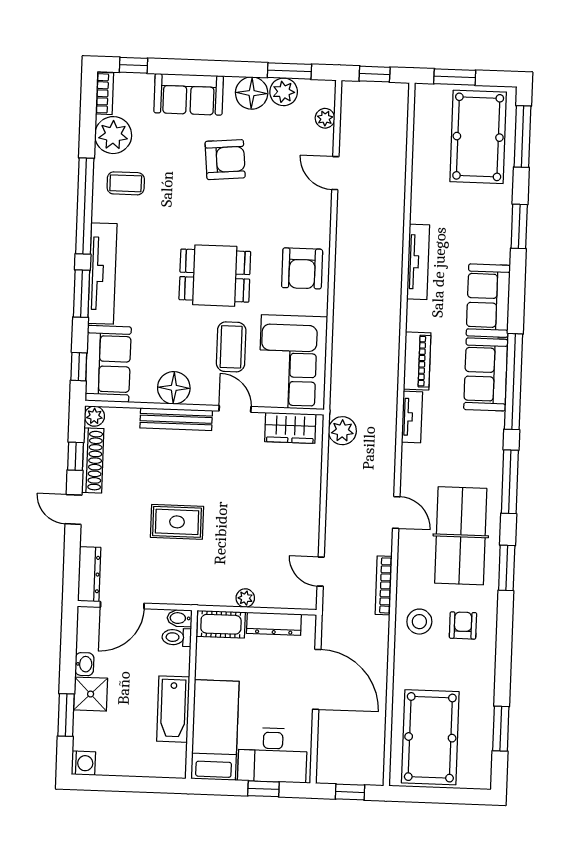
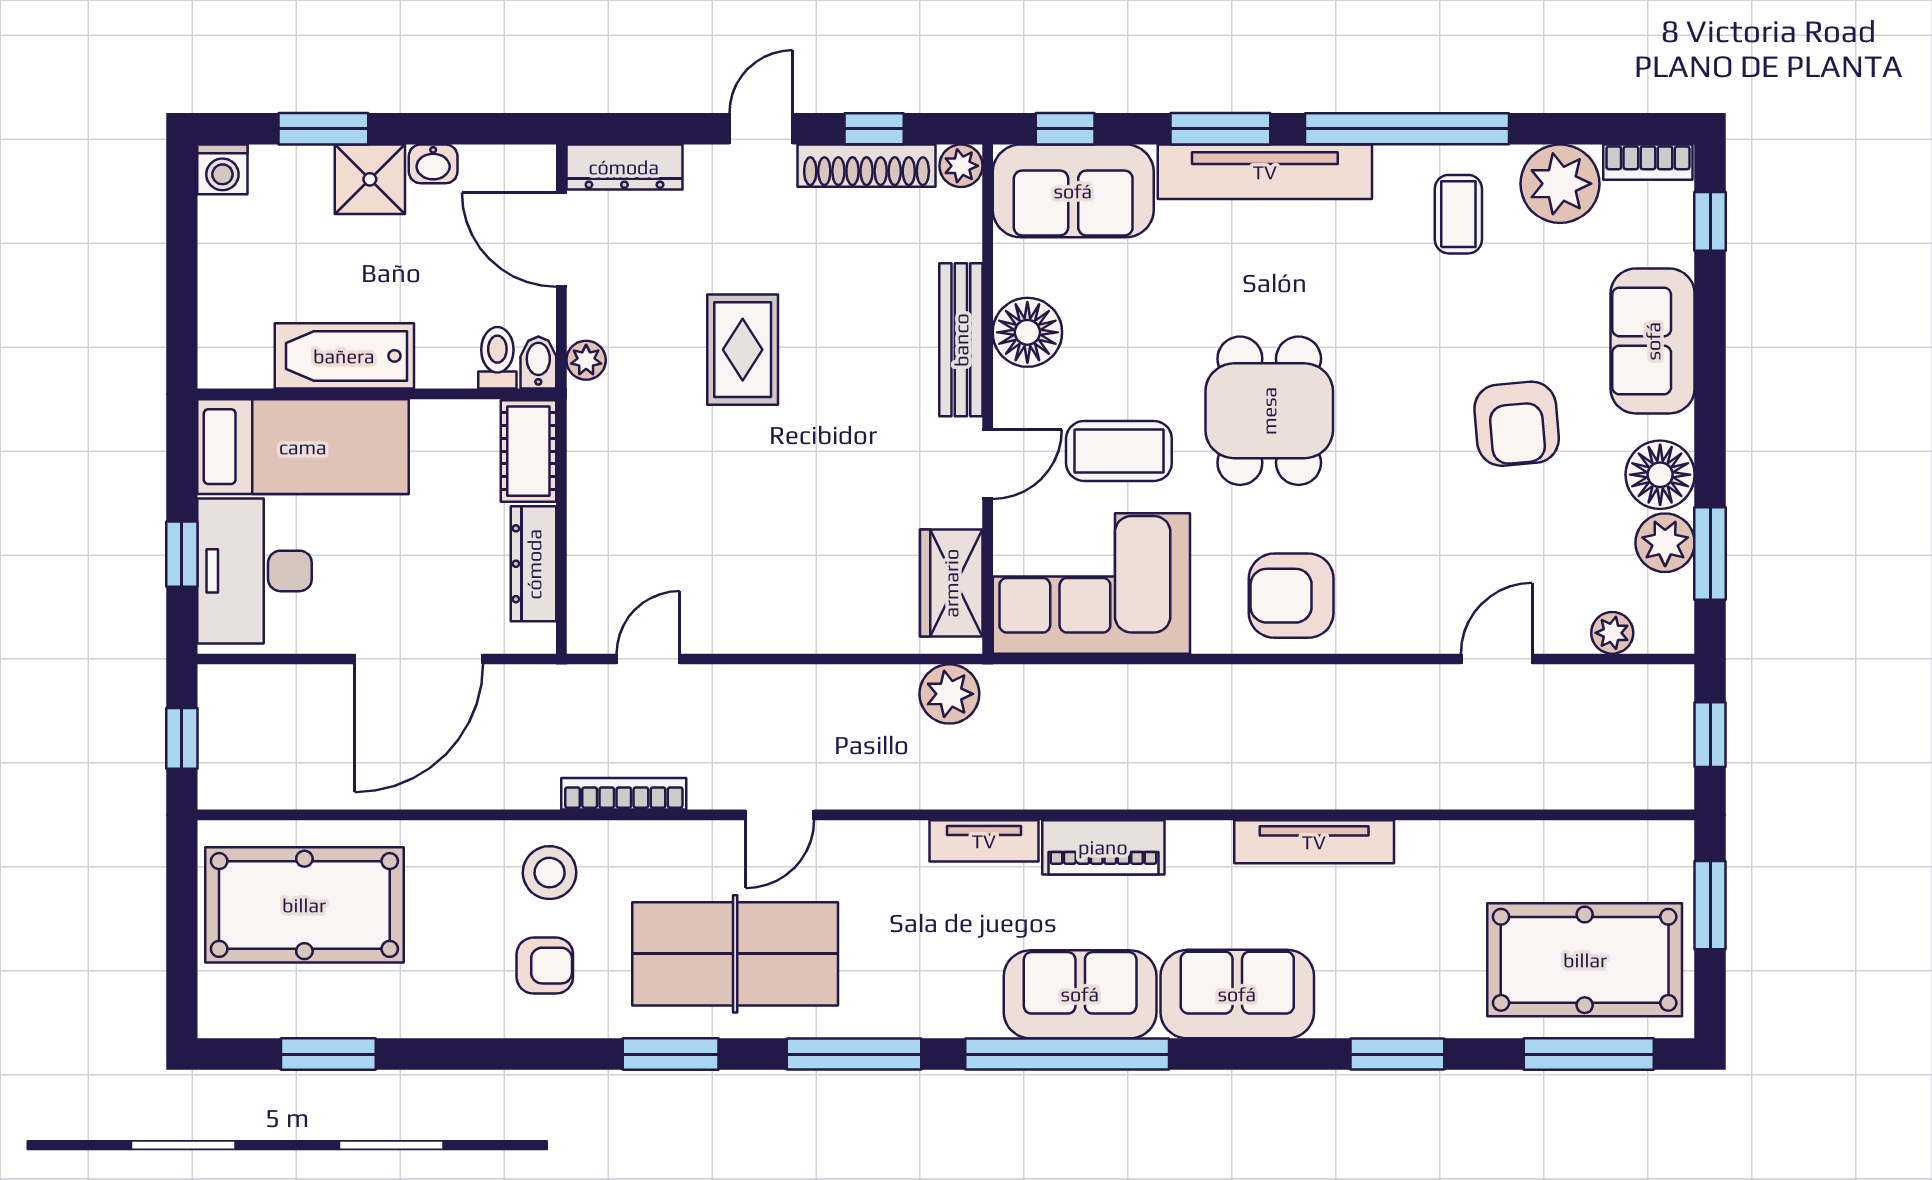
plant: (245, 598) -> (586, 360), moved

